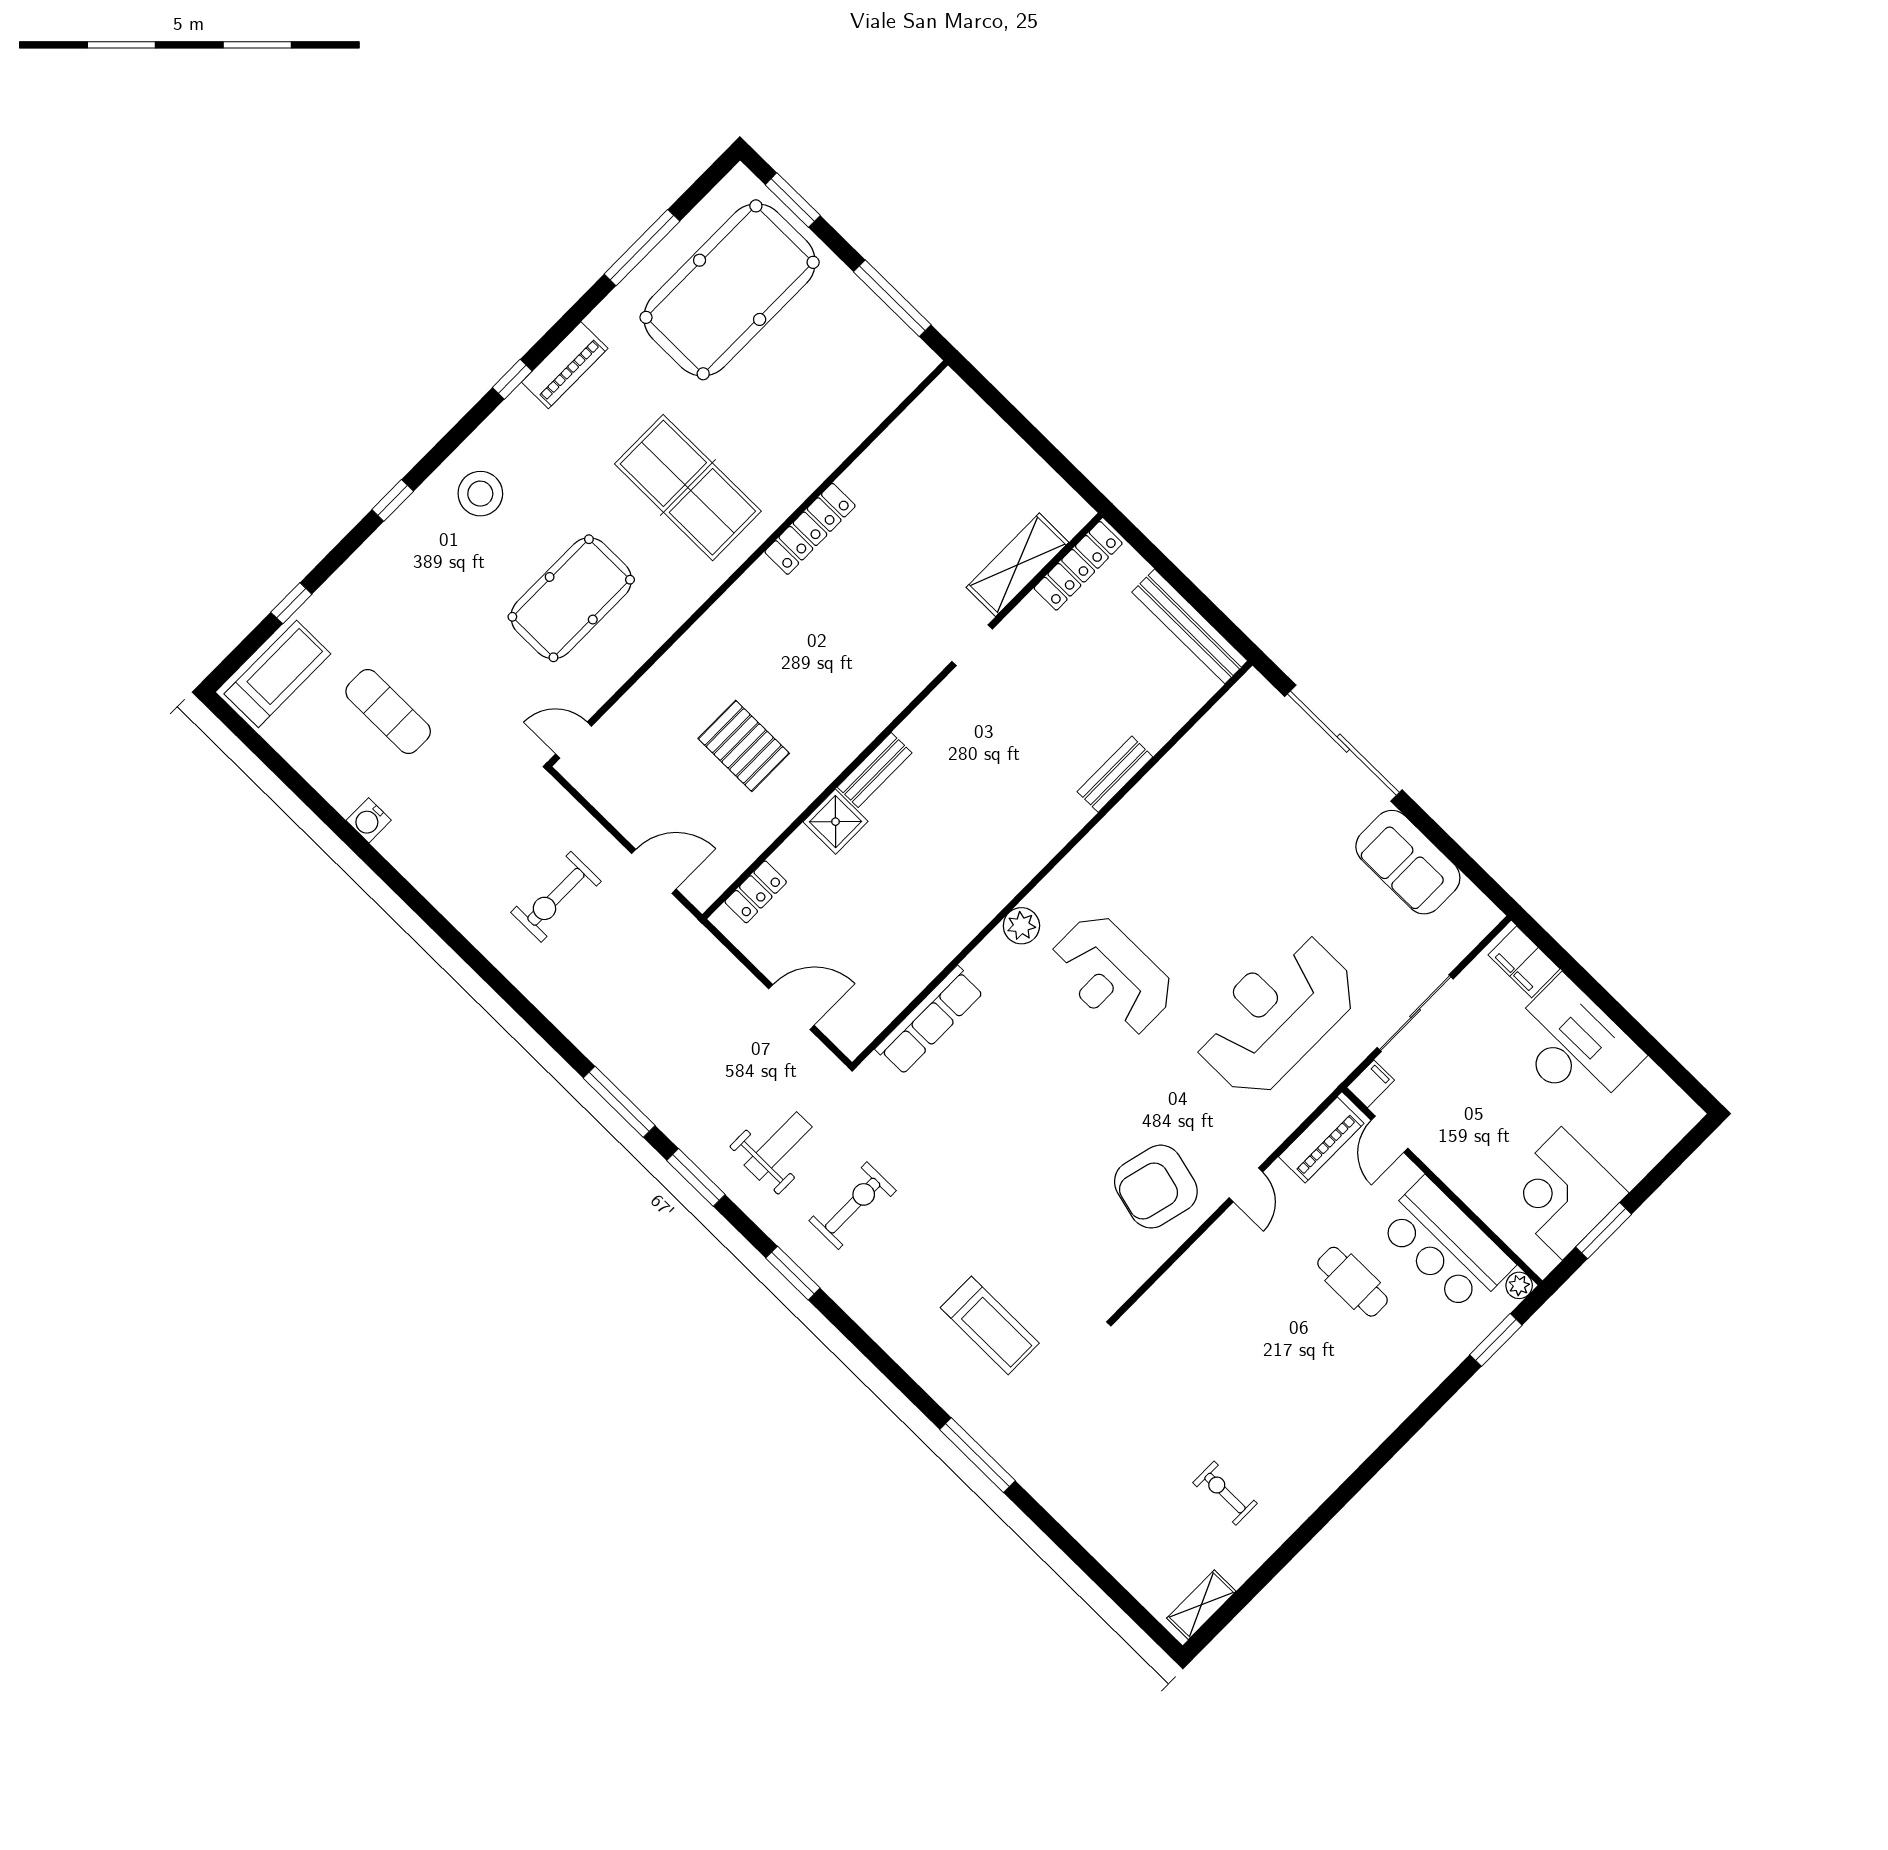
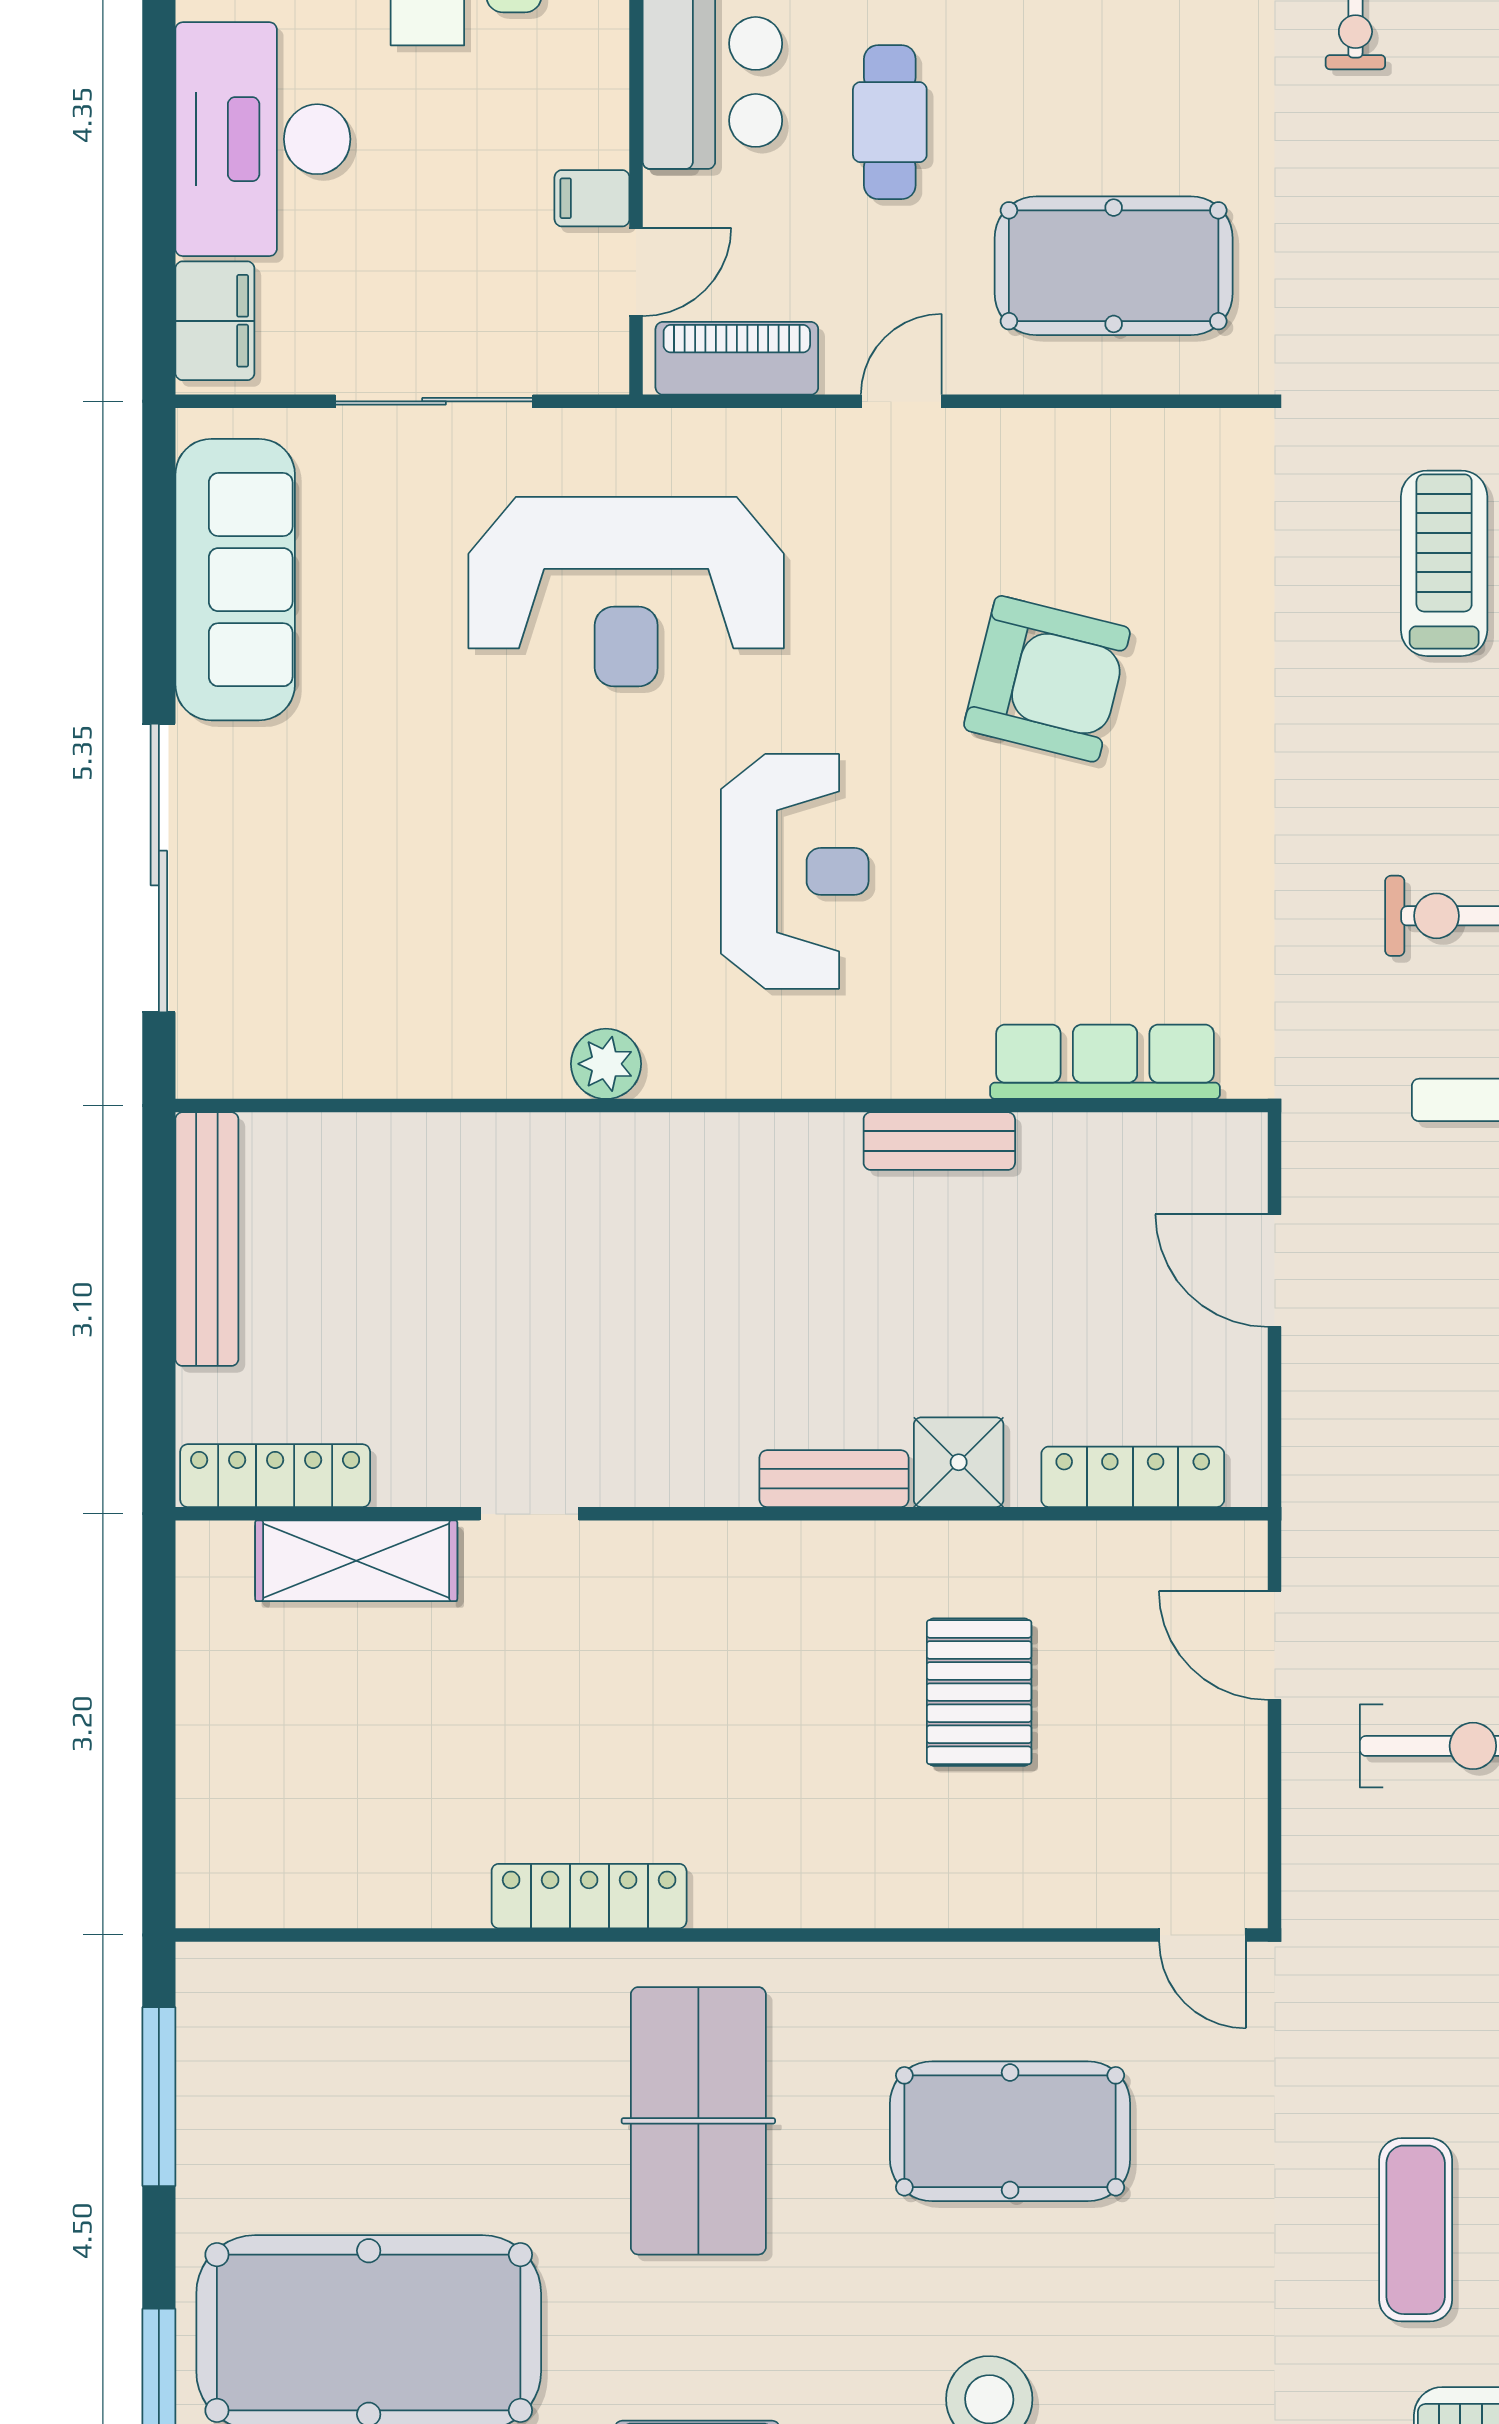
bench: (1115, 774) -> (939, 1141), moved
sofa: (1408, 862) -> (235, 580), width x1.36
locker: (756, 892) -> (1133, 1477), width x1.53
plant: (1021, 926) -> (606, 1064), moved
filing cabinet: (1371, 1084) -> (592, 198), moved
armchair: (1156, 1187) -> (1047, 679), moved
pool table: (1219, 1312) -> (1114, 266), added

